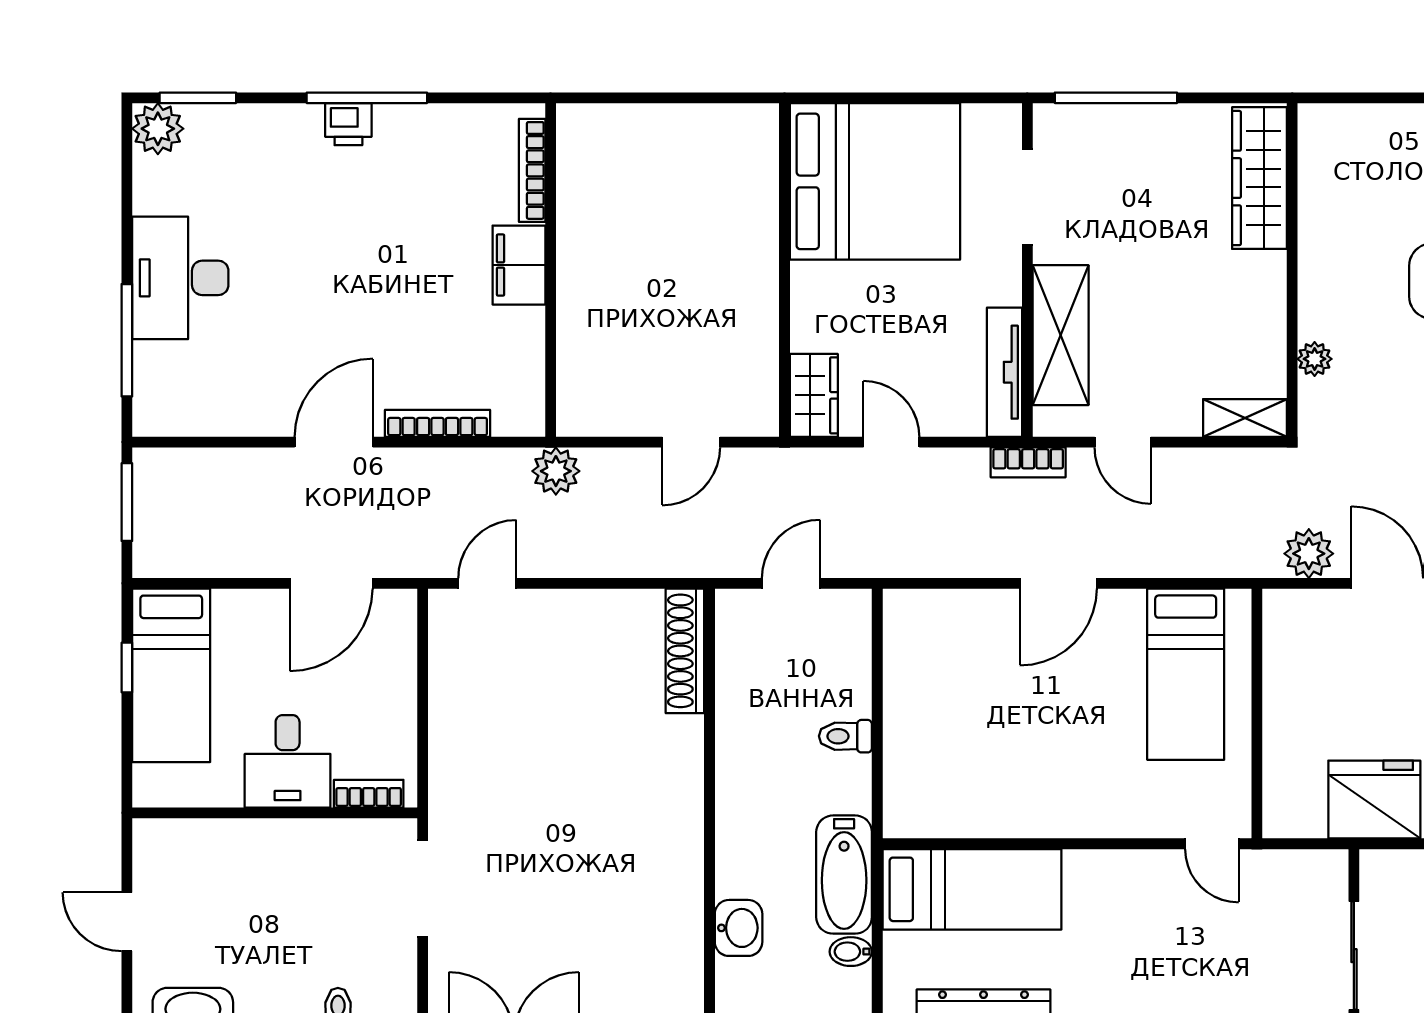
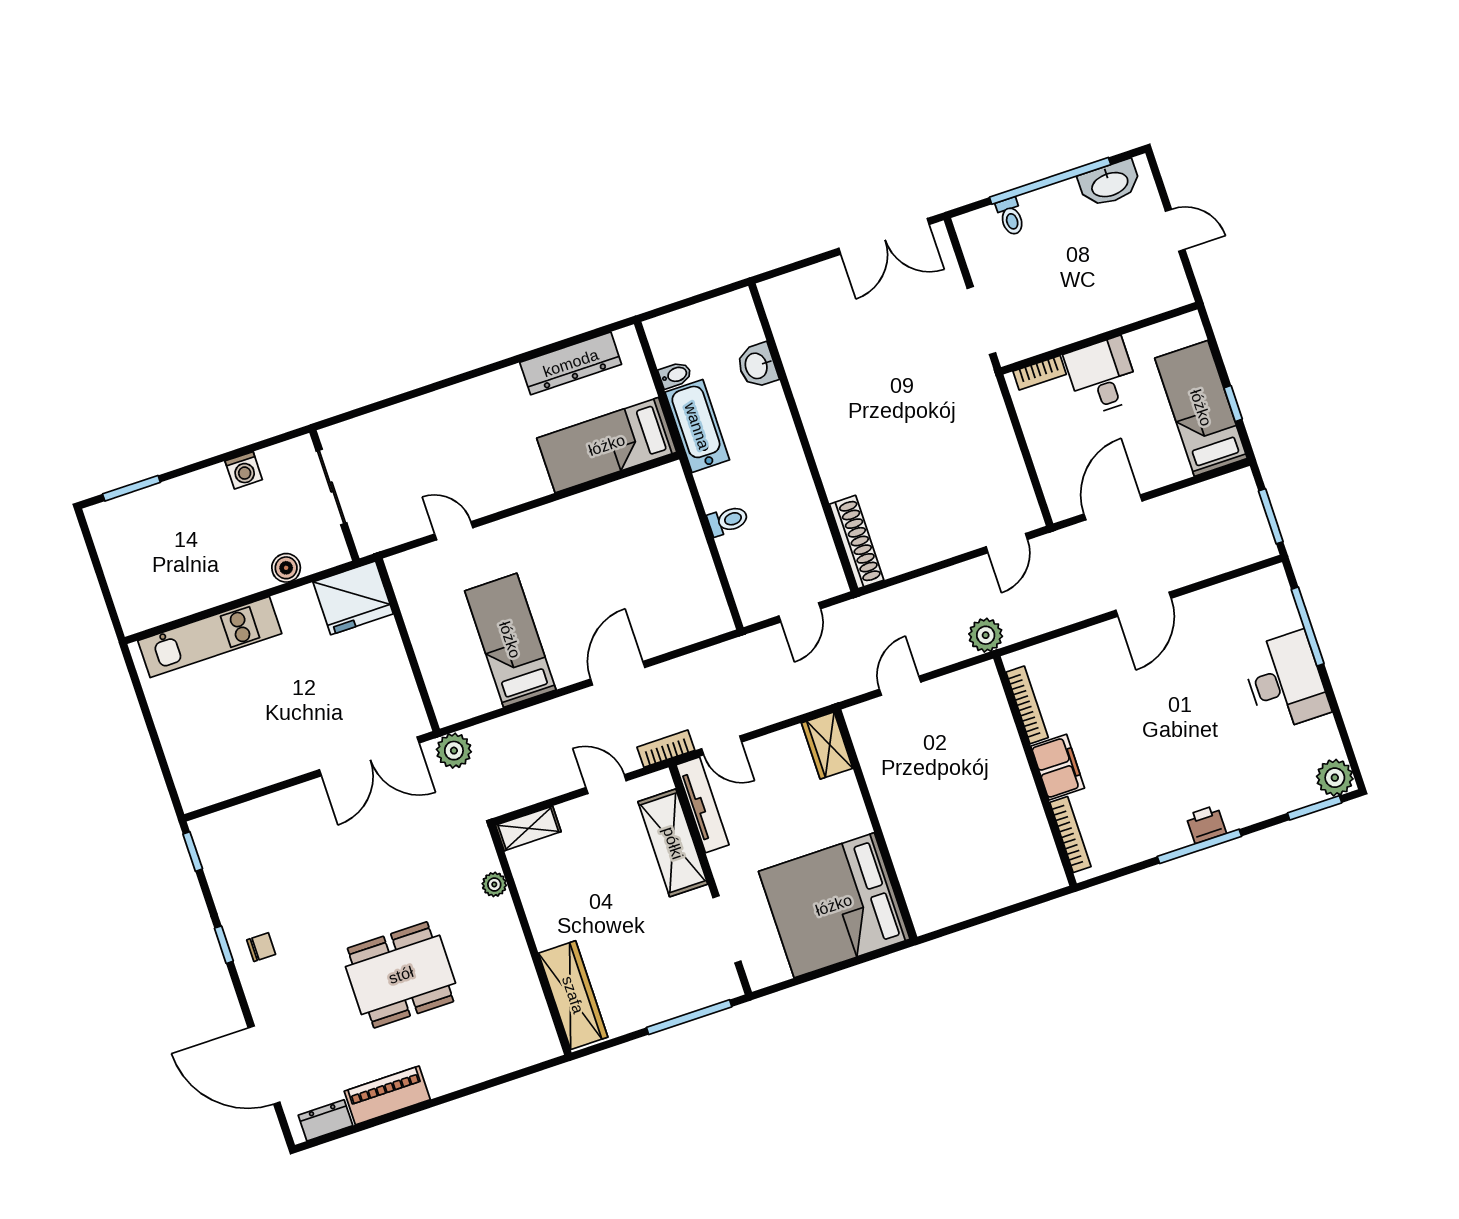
bookcase: (438, 423) -> (1027, 705), moved, turned -90
door: (891, 442) -> (722, 745), moved
wall: (1257, 714) -> (408, 645), moved

